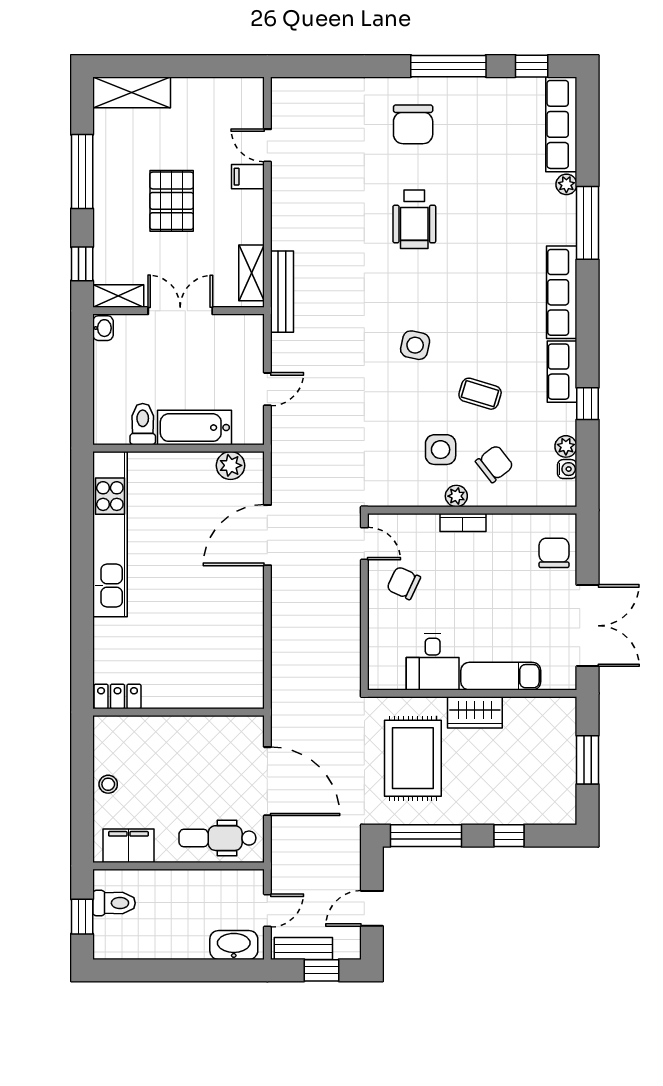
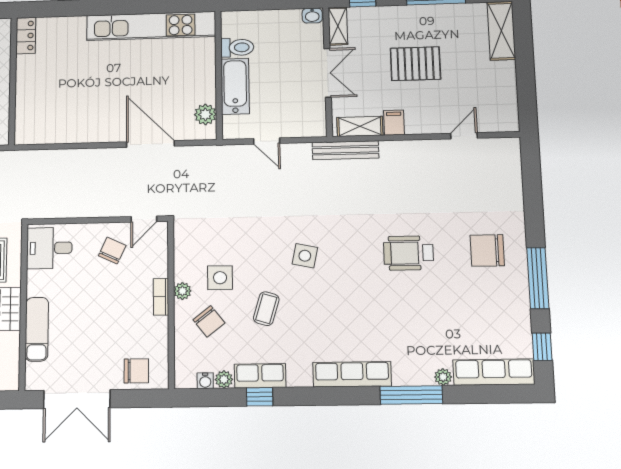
filing cabinet: (248, 177) -> (394, 123), moved
row of seats: (562, 372) -> (260, 376), moved
desk: (433, 662) -> (49, 248), moved

